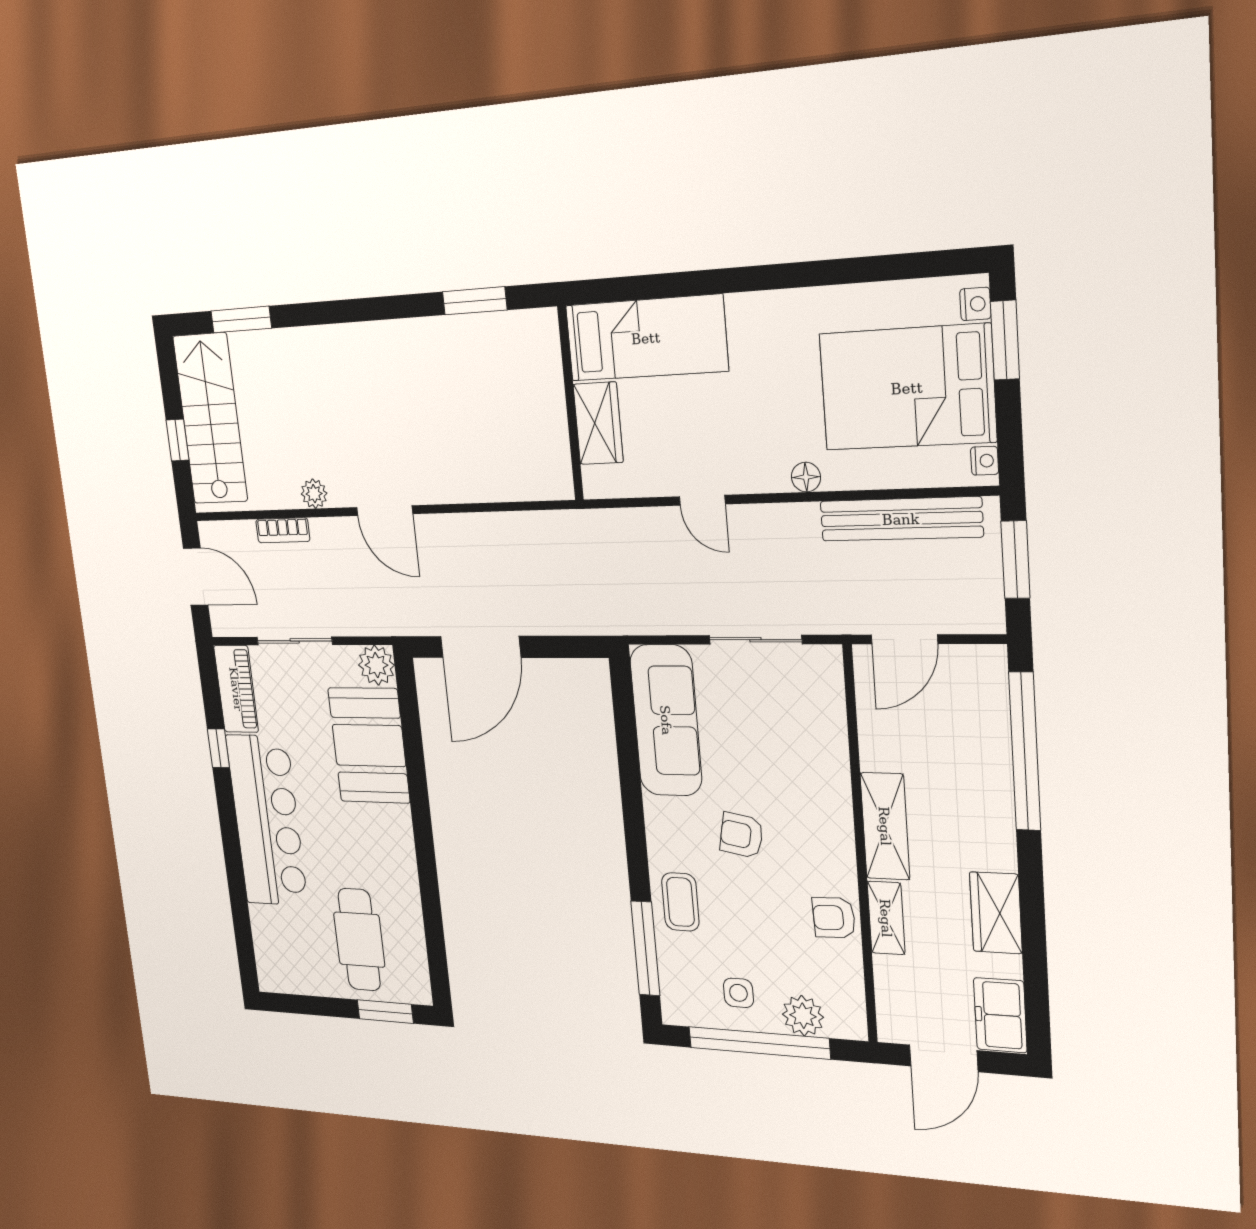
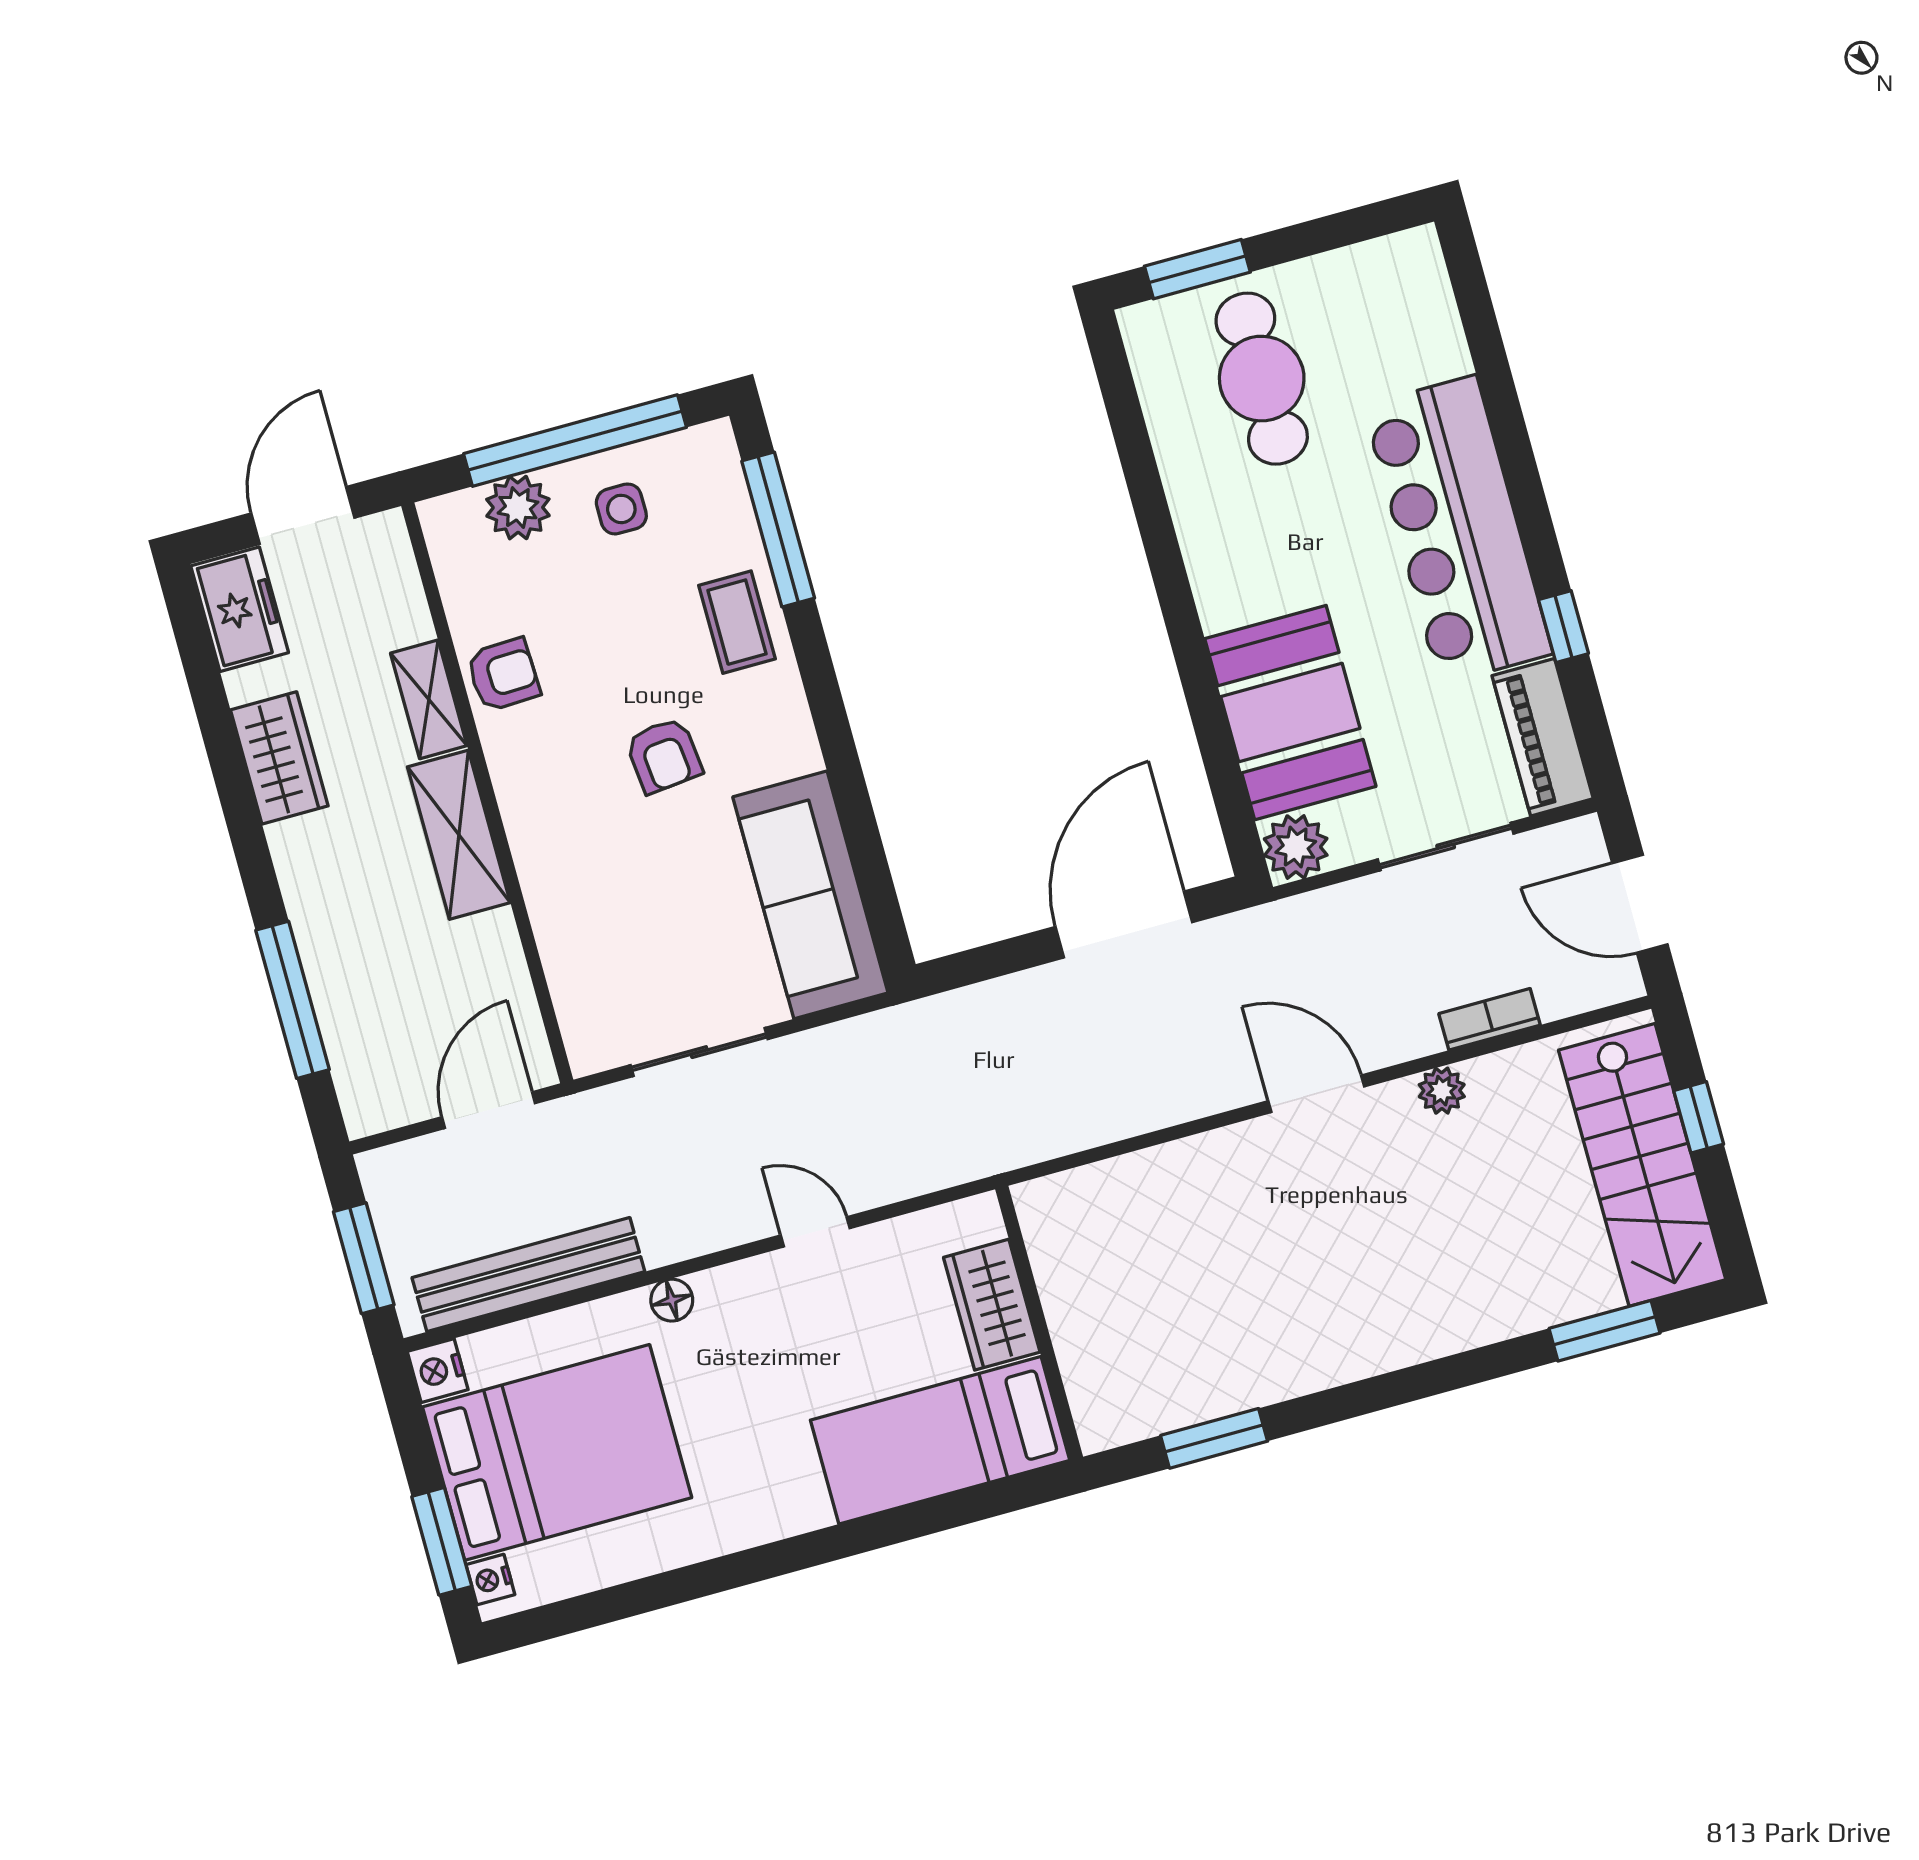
nightstand: (985, 461) -> (438, 1371), width x1.39, depth x1.35
window: (1025, 751) -> (293, 1000), width x0.68
armchair: (741, 835) -> (664, 755), turned 73

